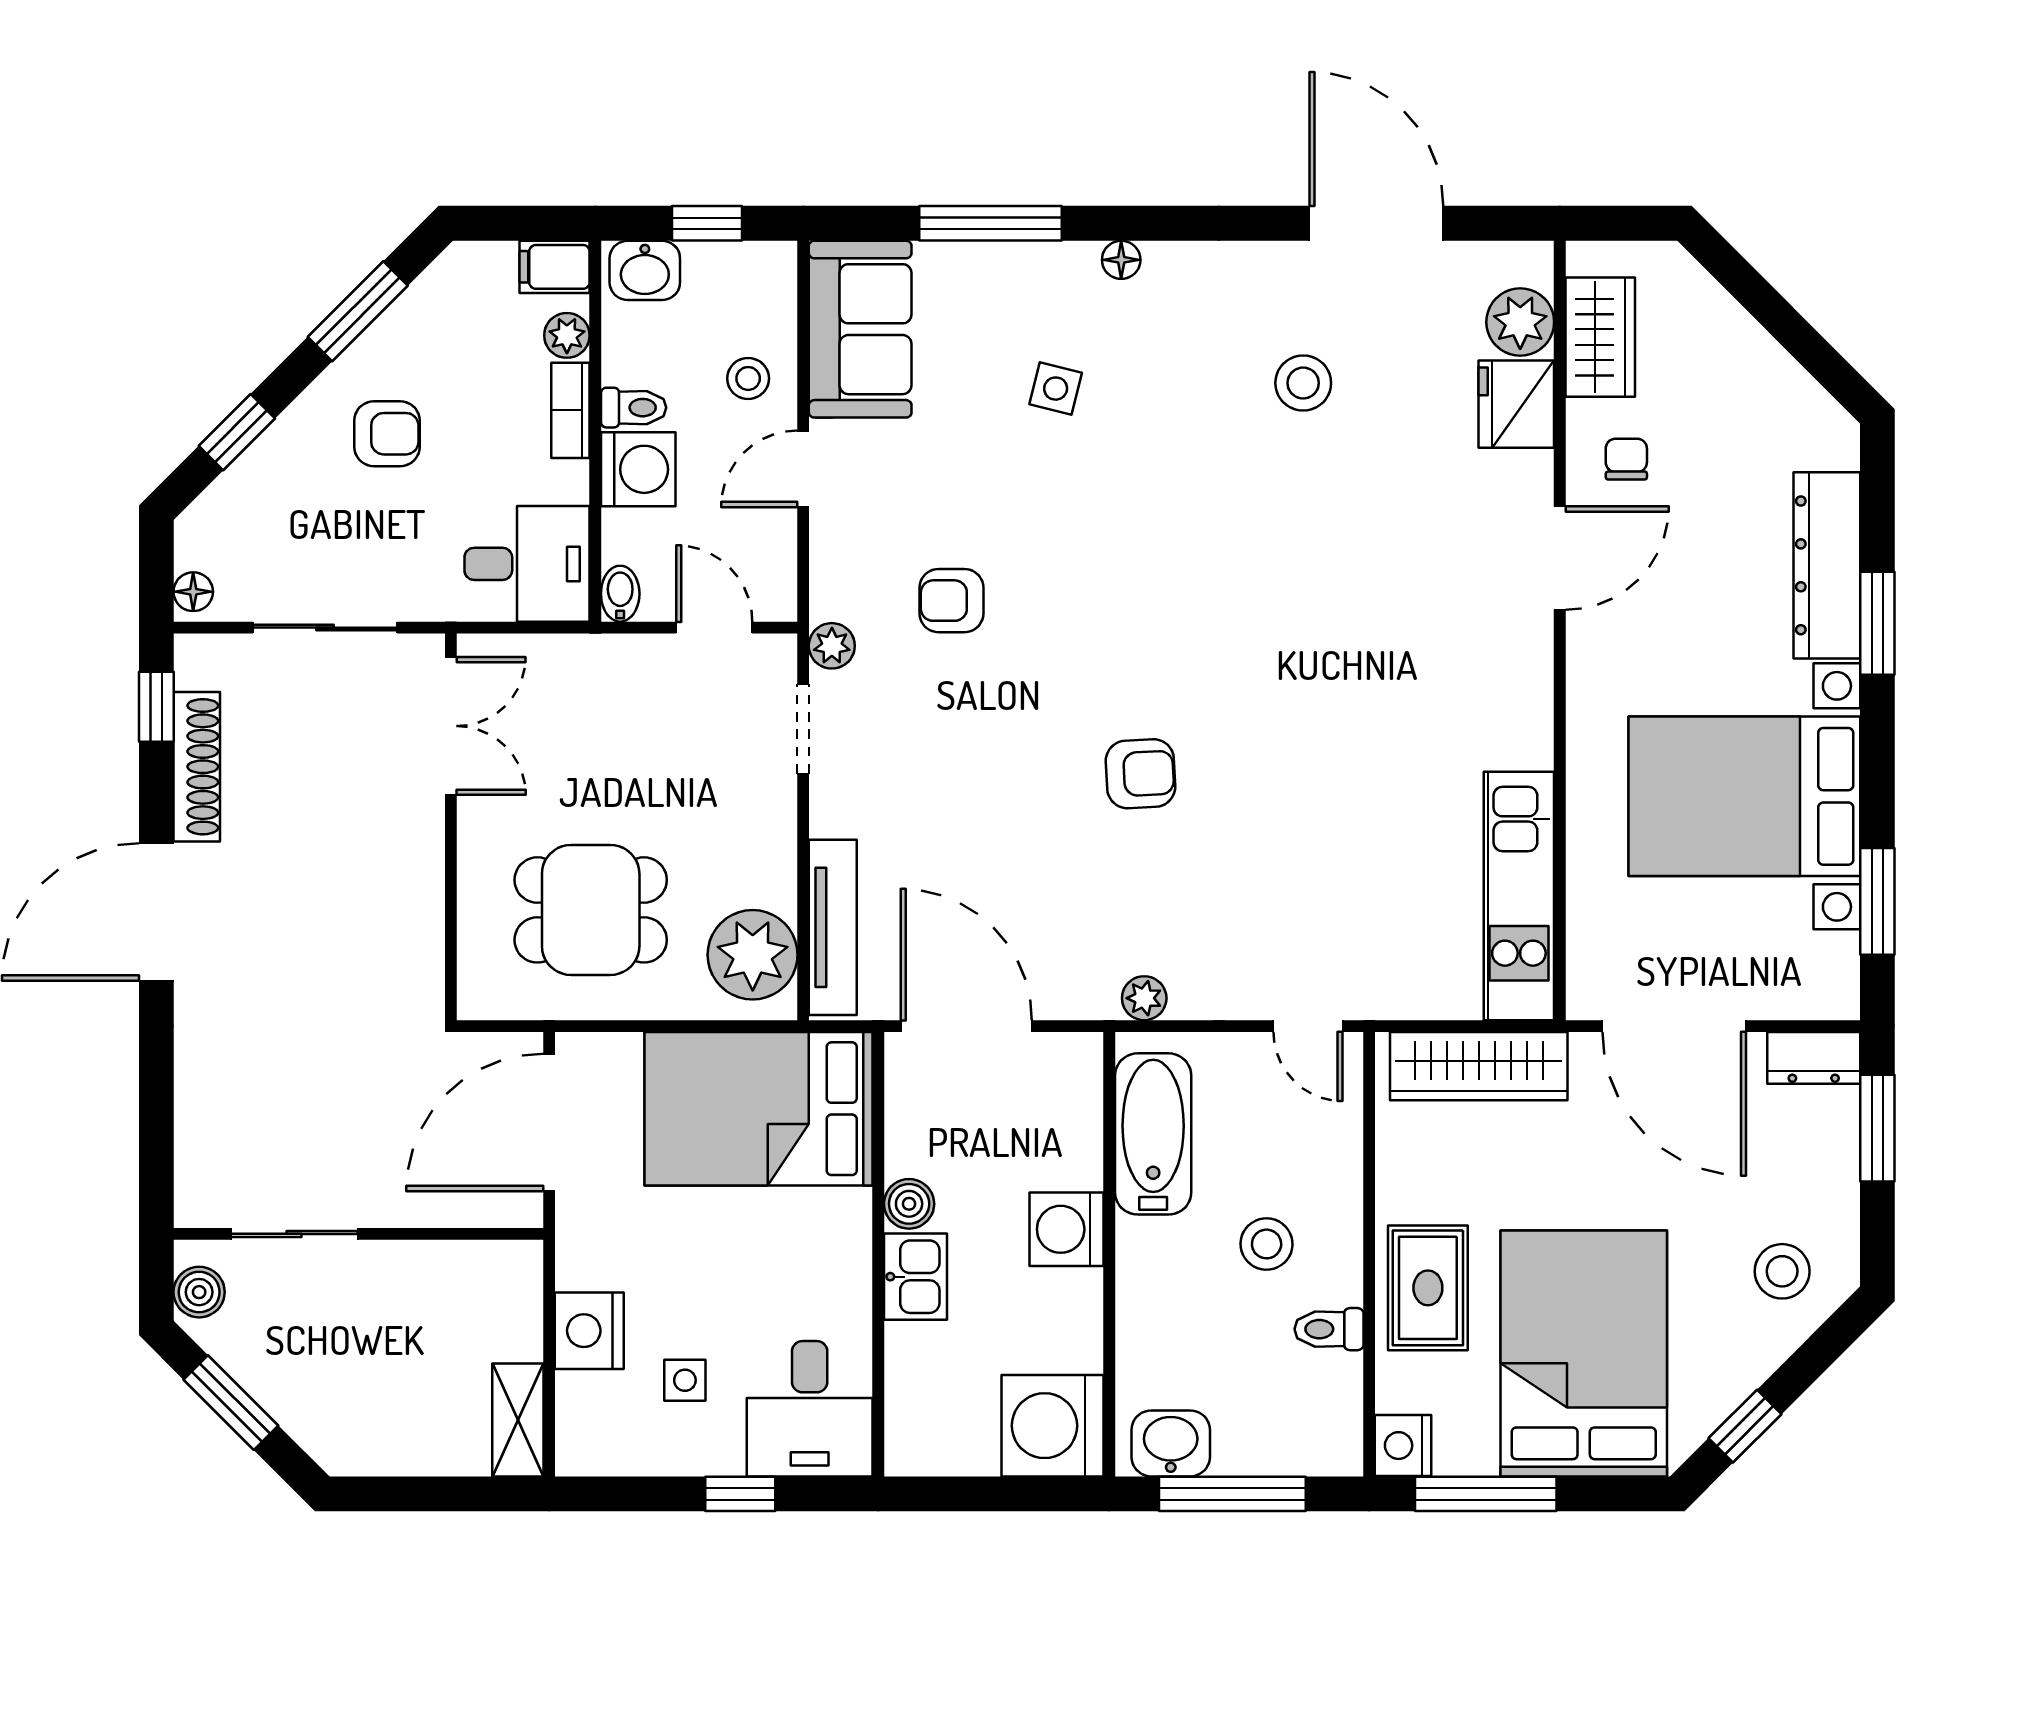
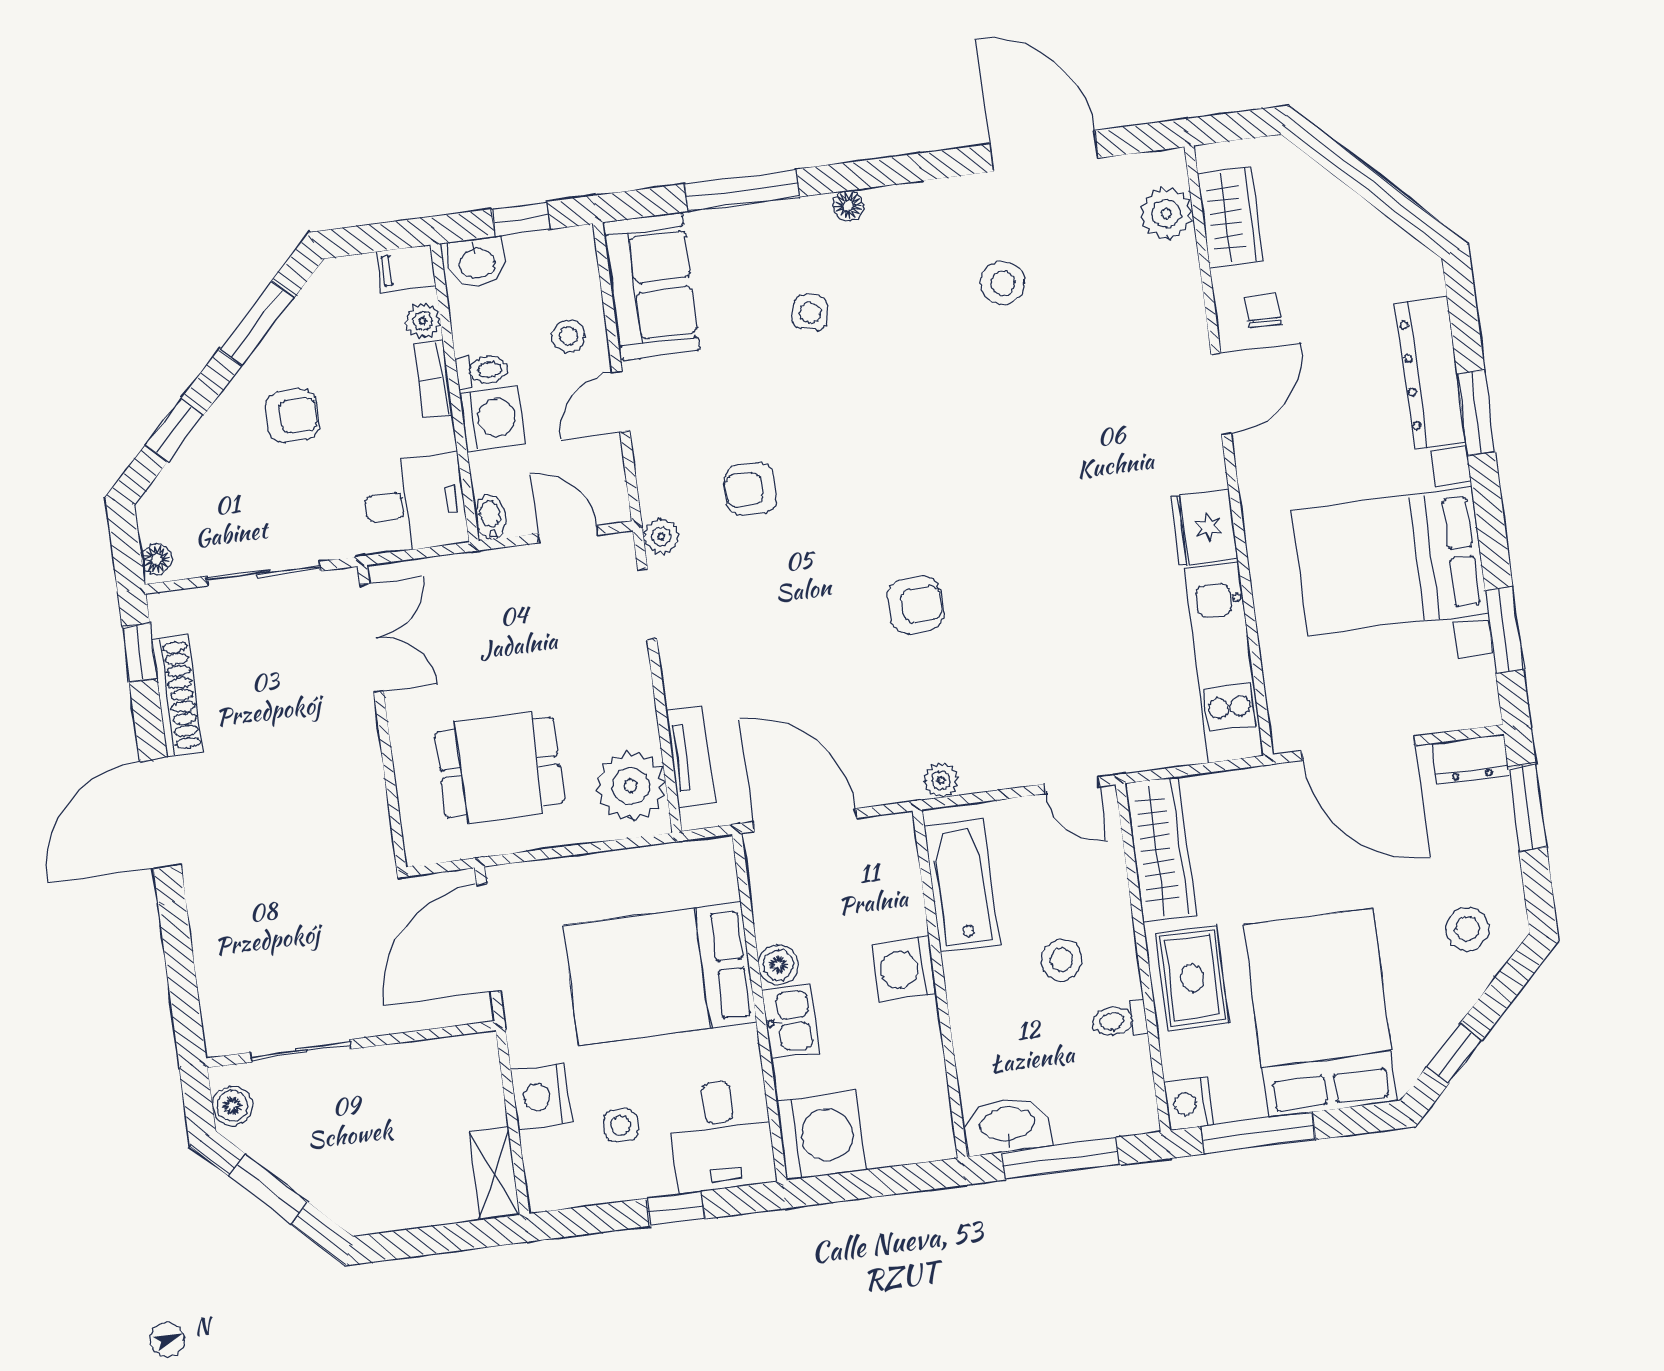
fridge: (1516, 404) -> (1204, 528), moved
tv unit: (833, 927) -> (691, 756), width x0.71
wardrobe: (1479, 1066) -> (1161, 849), moved, turned -90
bed: (759, 1109) -> (660, 974), moved
washing machine: (1053, 1426) -> (821, 1136), moved, turned 180
washbasin: (1171, 1443) -> (1007, 1126), width x1.38

